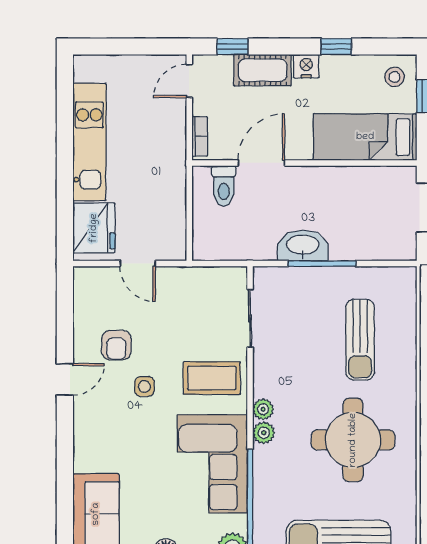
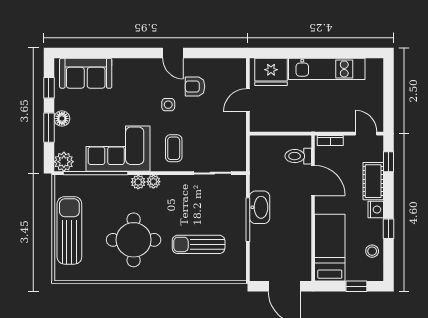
stool: (394, 77) -> (372, 251), moved
coffee table: (212, 378) -> (174, 148), width x0.73, depth x0.77

